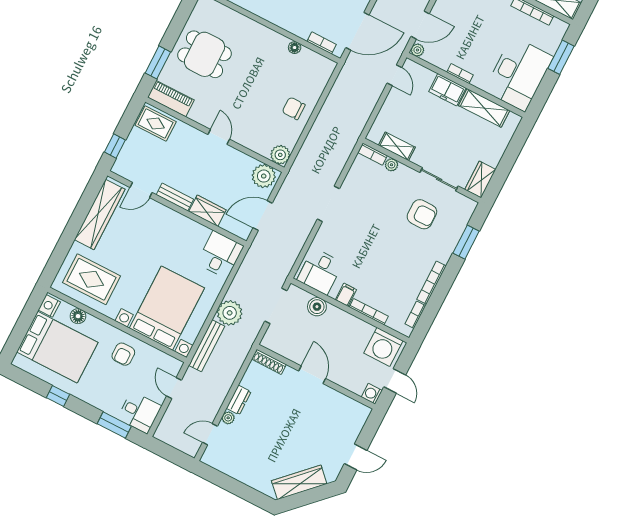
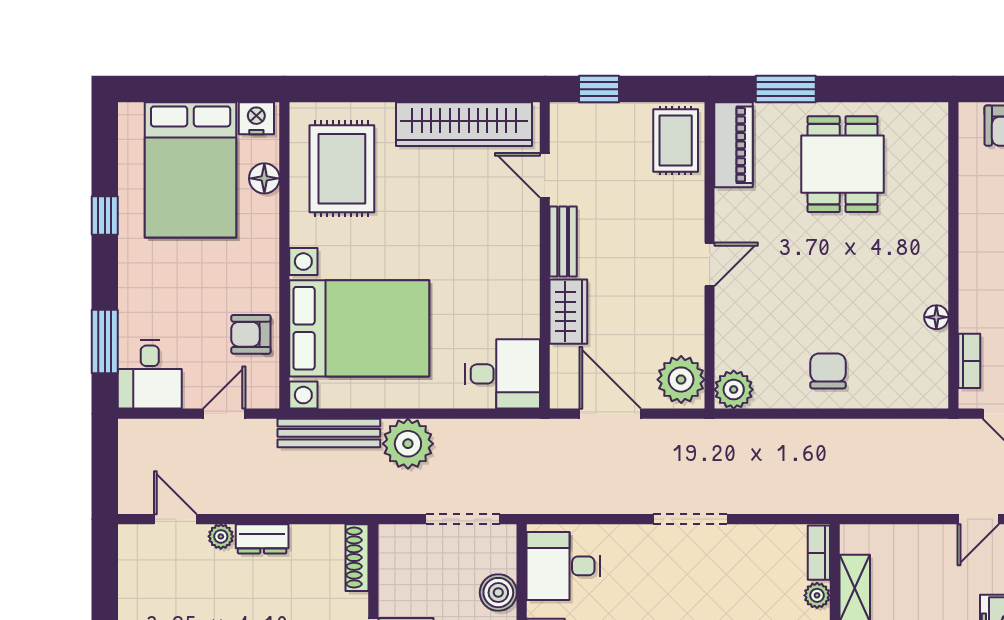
armchair: (123, 354) -> (251, 334), moved

